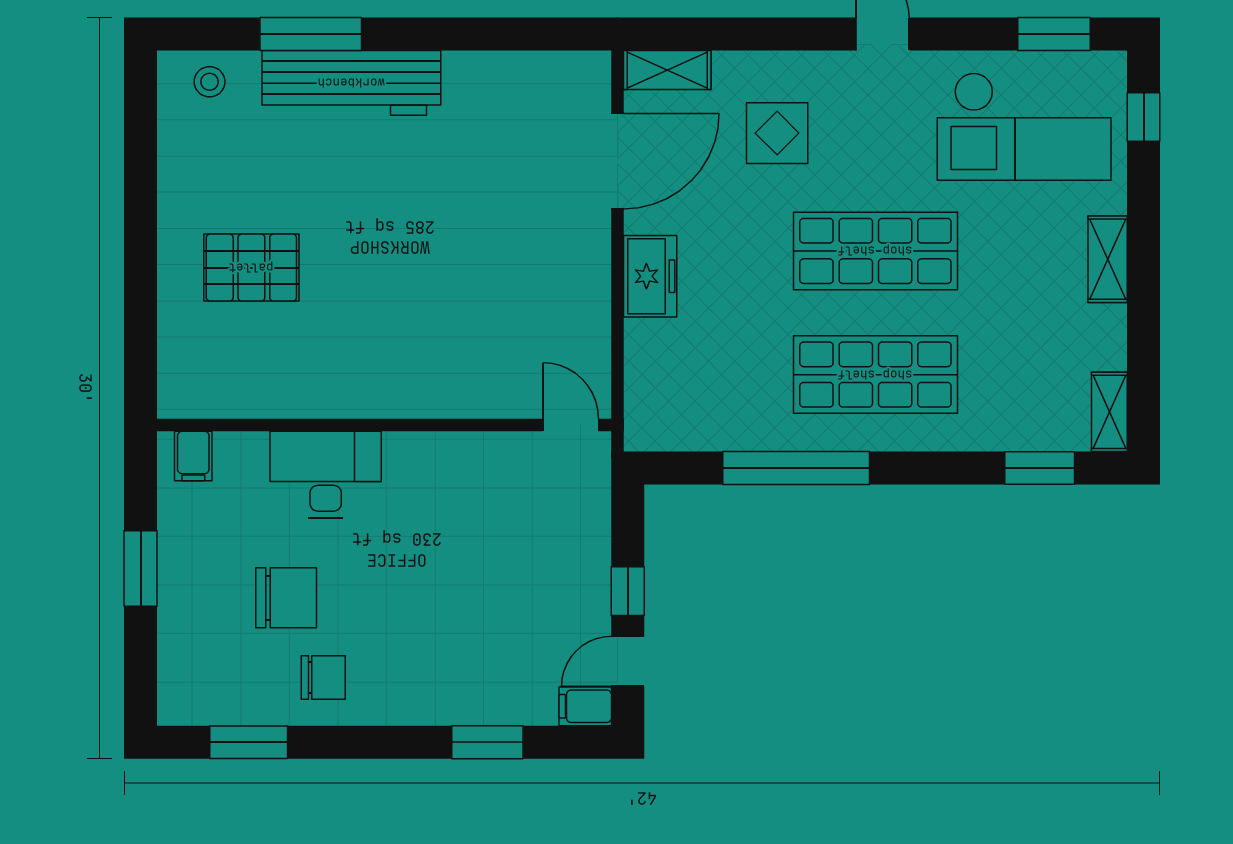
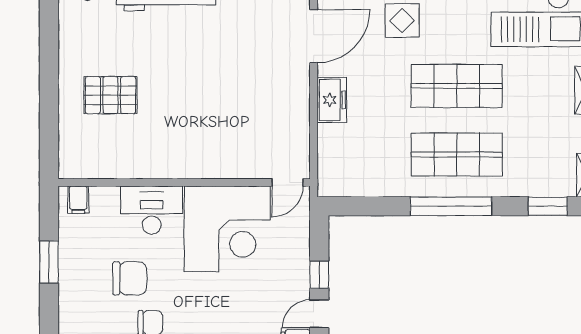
door: (571, 425) -> (288, 182), swing flipped
window: (796, 468) -> (451, 206), moved
corner desk: (462, 508) -> (227, 229), added

